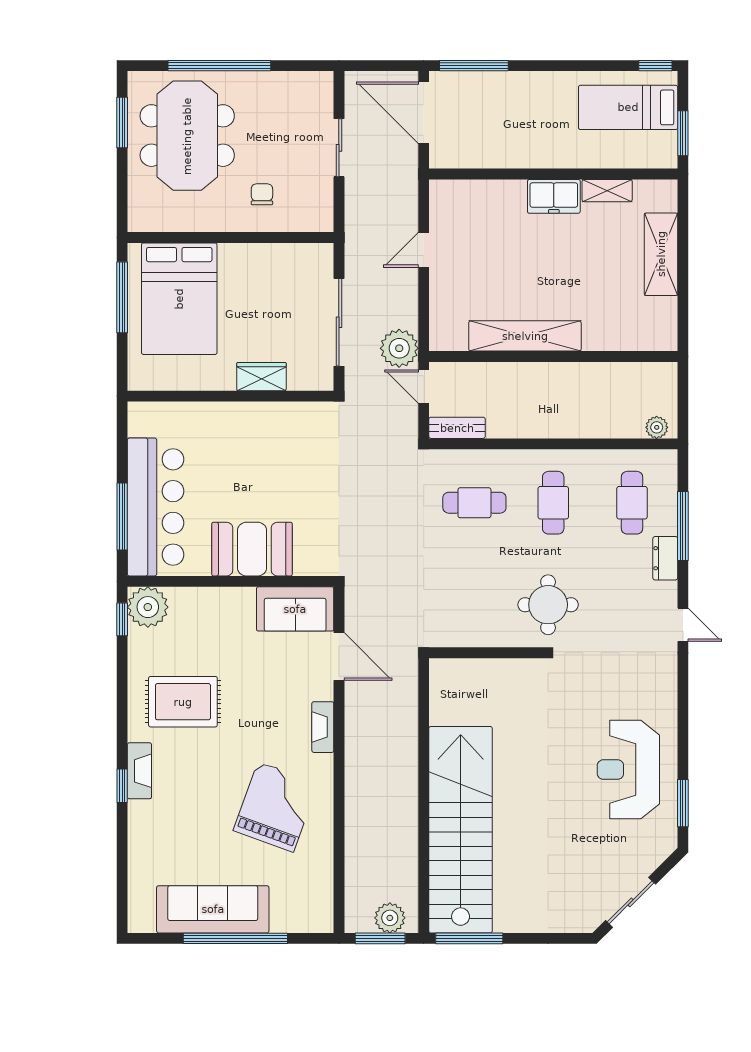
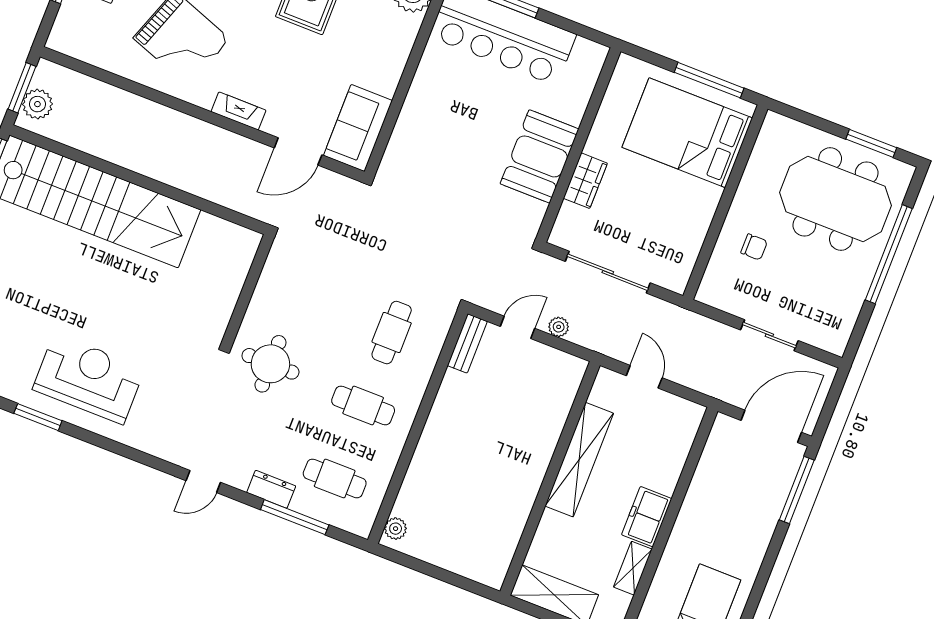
shelving: (525, 336) -> (579, 460), moved
plant: (399, 348) -> (559, 327), width x0.53, depth x0.53
wall: (553, 357) -> (550, 478), moved
booth: (252, 549) -> (539, 156), moved

